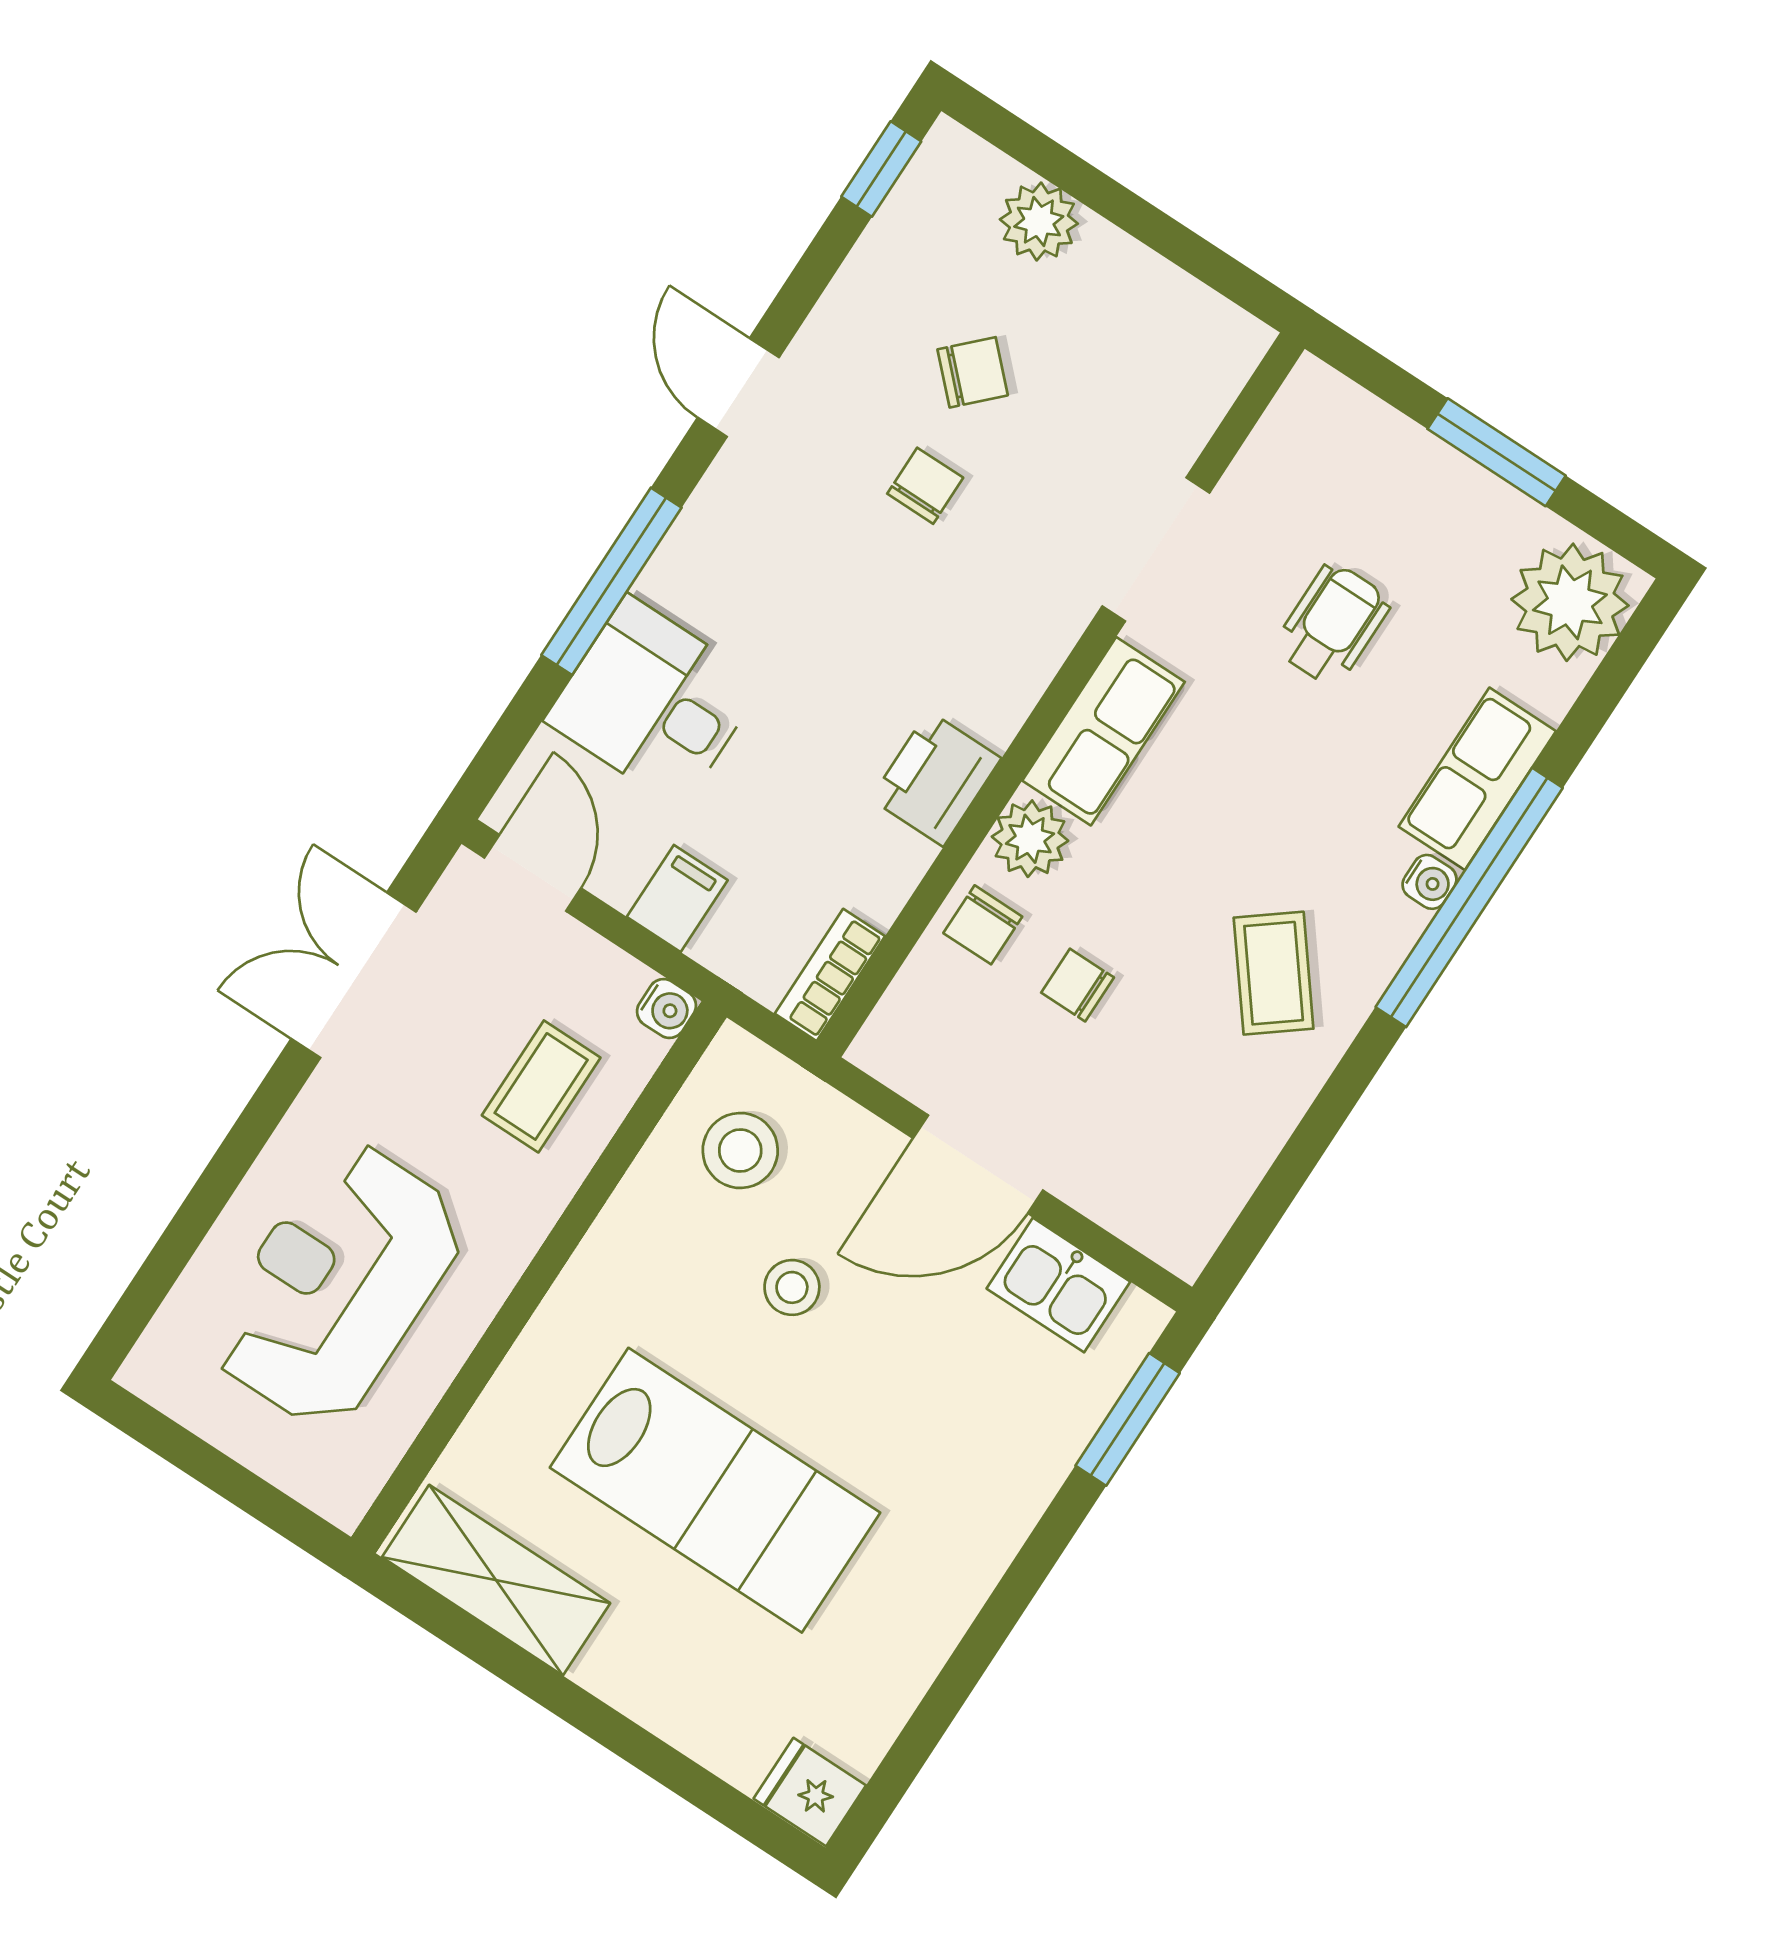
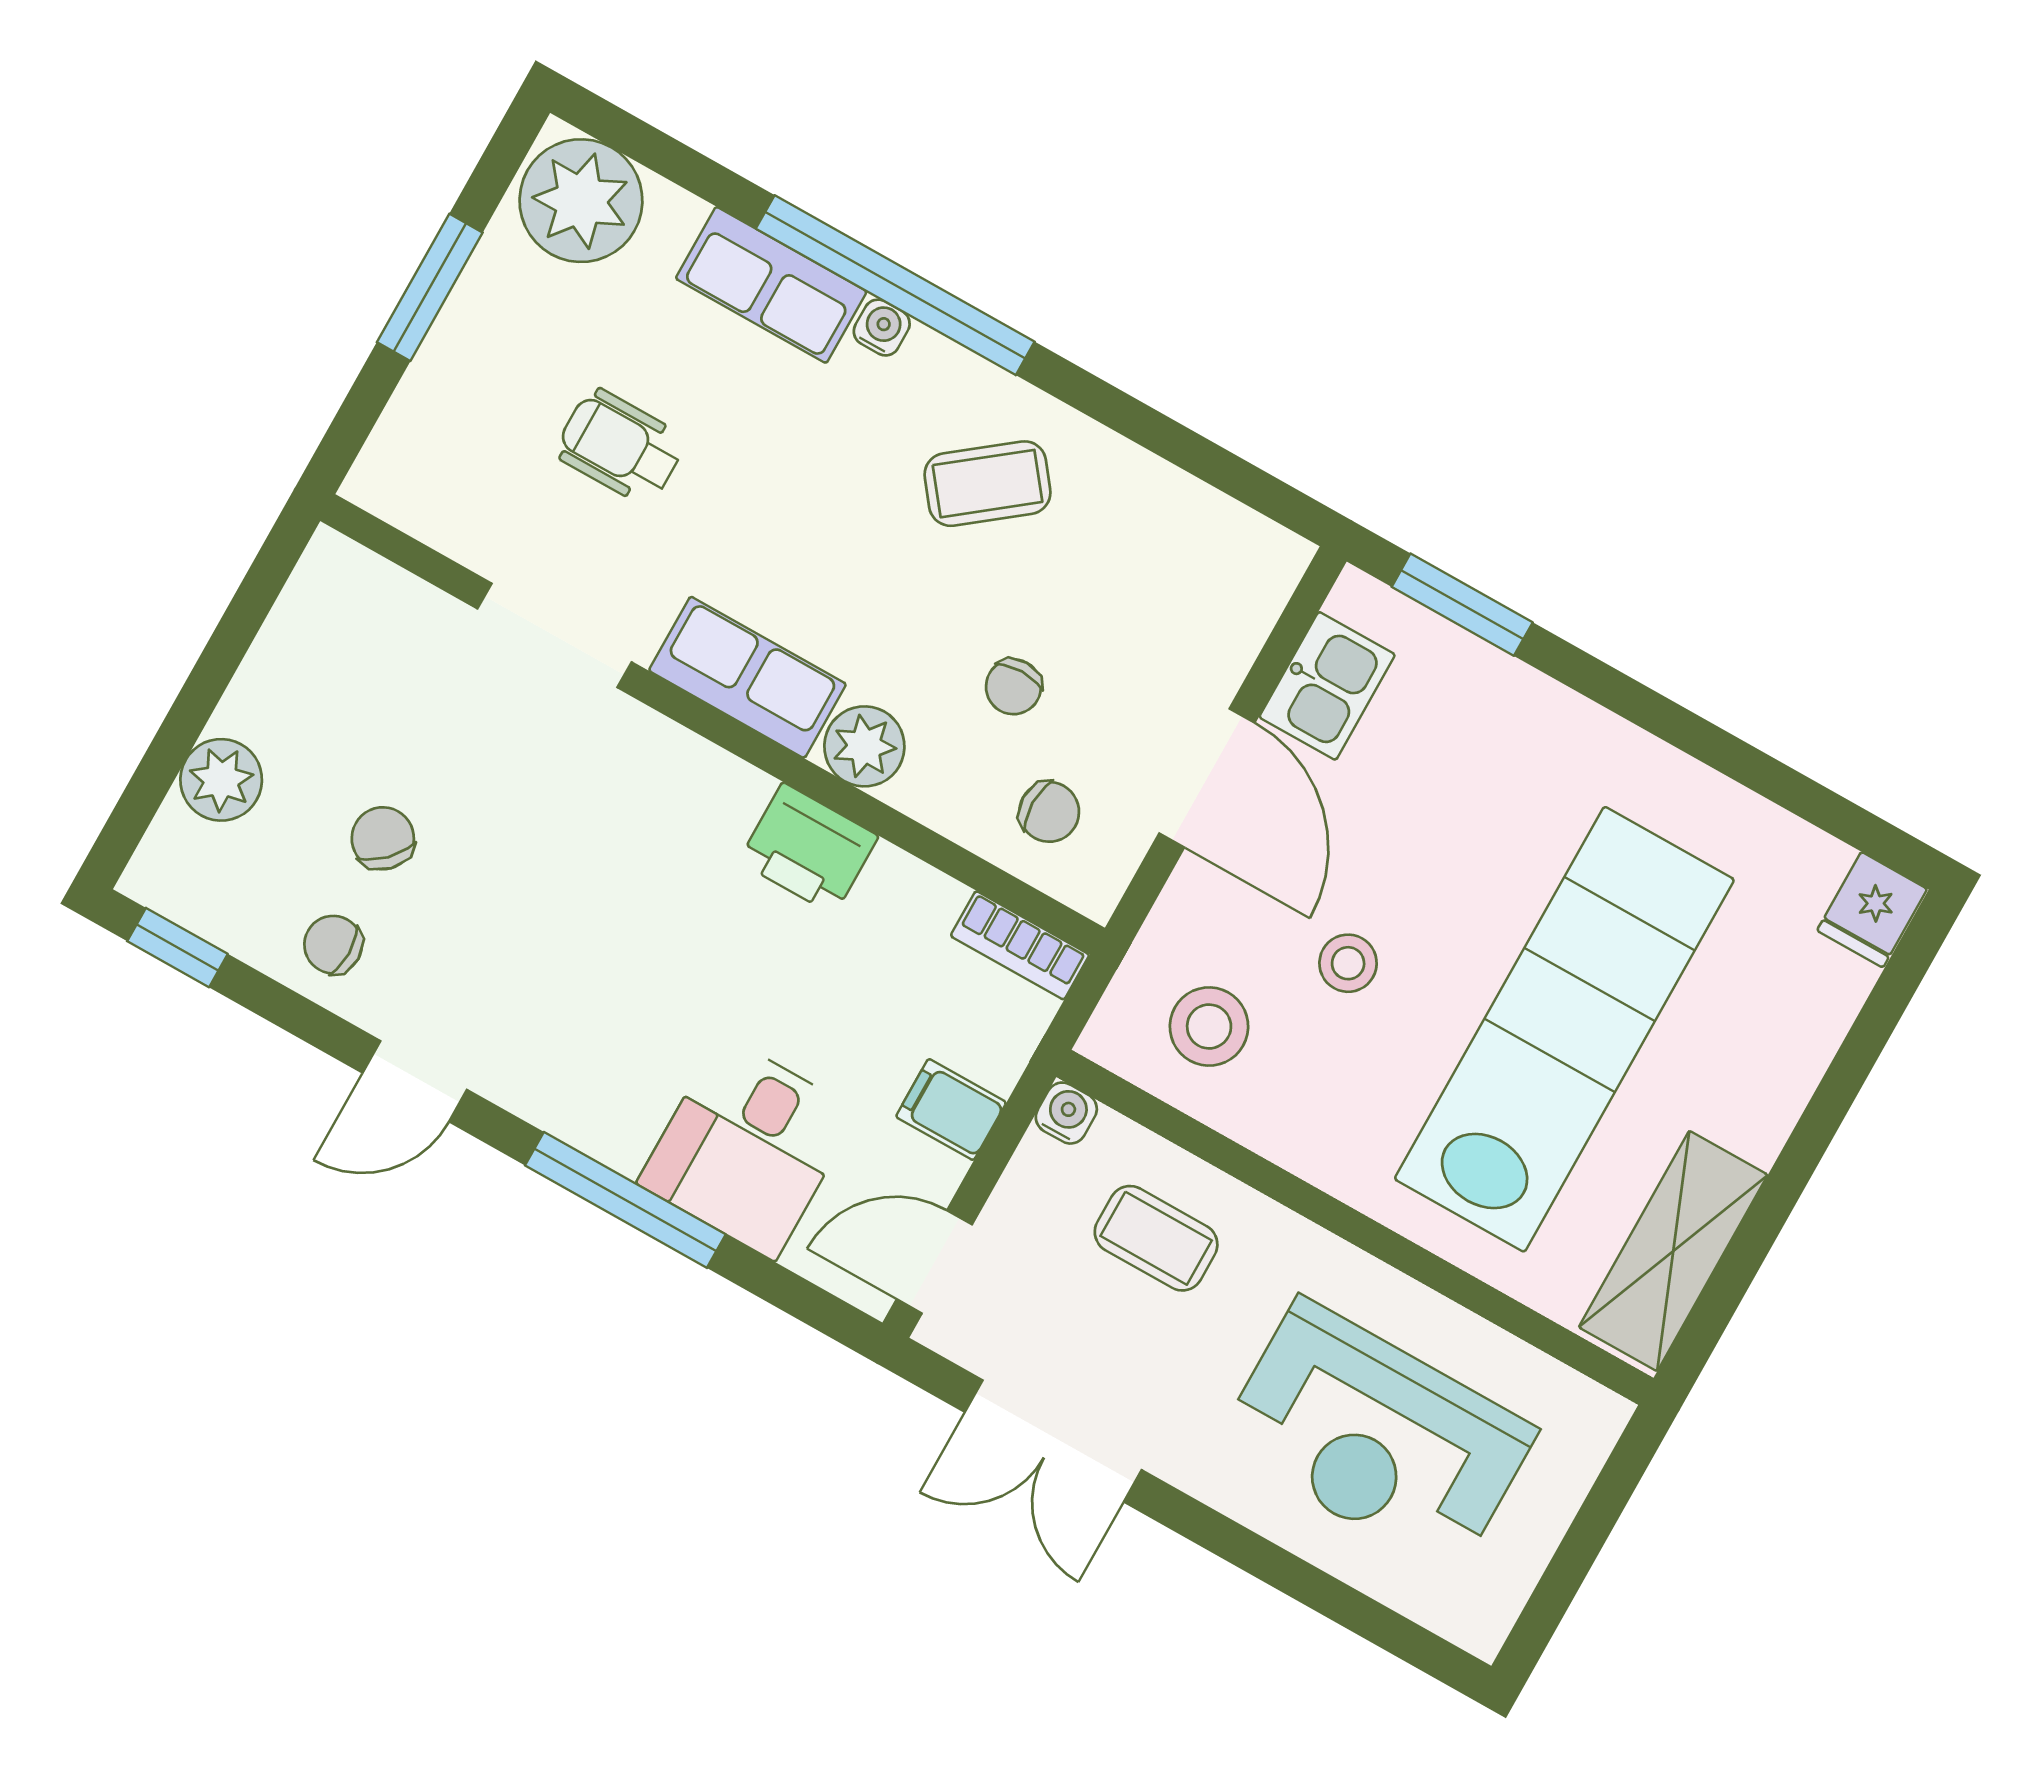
chair: (925, 486) -> (333, 945), moved
chair: (983, 925) -> (1049, 812), moved
lab bench: (715, 1490) -> (1564, 1029), width x1.36

